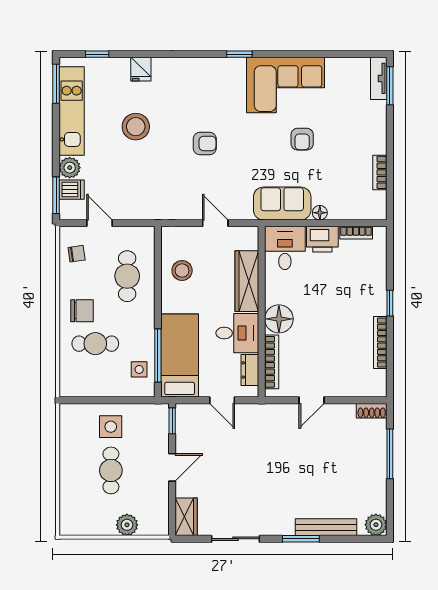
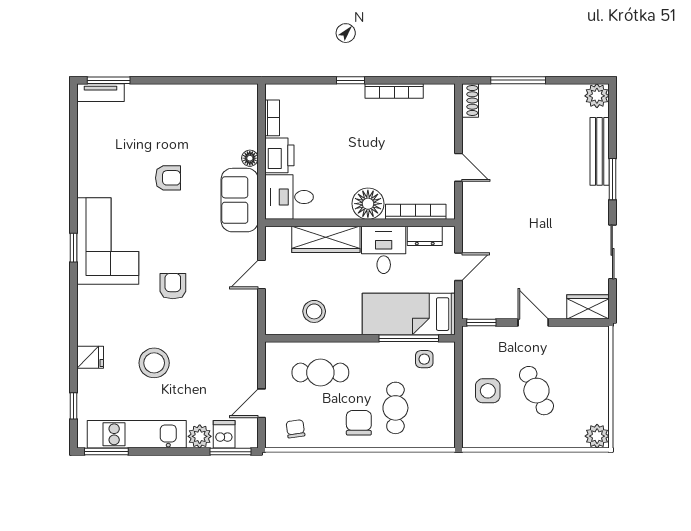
corner sofa: (285, 85) -> (108, 241), moved
bookcase: (380, 172) -> (205, 91), removed
cafe table: (111, 470) -> (536, 391), turned 63
plant: (127, 525) -> (597, 436), moved

